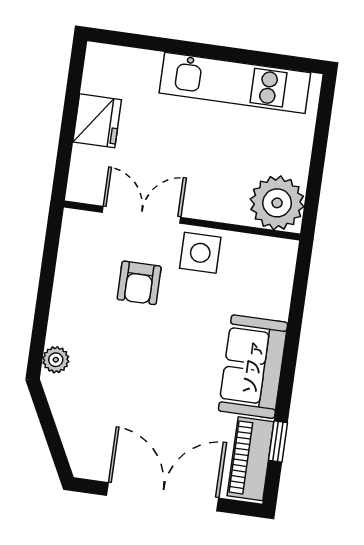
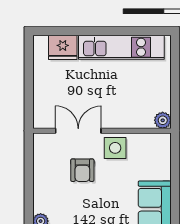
fridge: (97, 121) -> (63, 47), moved, turned 90
plant: (277, 203) -> (163, 120), width x0.53, depth x0.53

